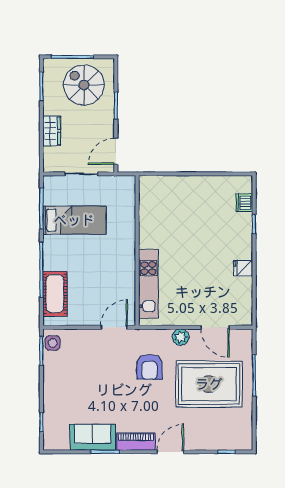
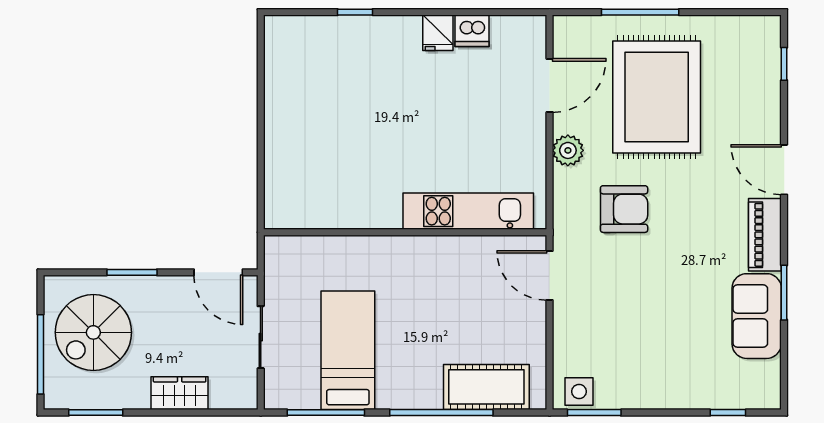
dishwasher: (244, 203) -> (472, 31), moved

